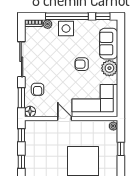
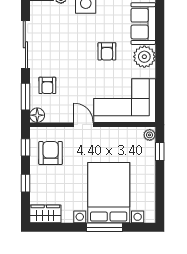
armchair: (82, 64) -> (107, 51), turned -90
armchair: (40, 139) -> (51, 153), added
window: (121, 149) -> (160, 151), moved

